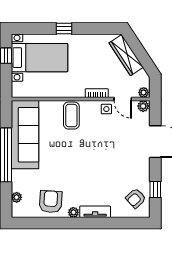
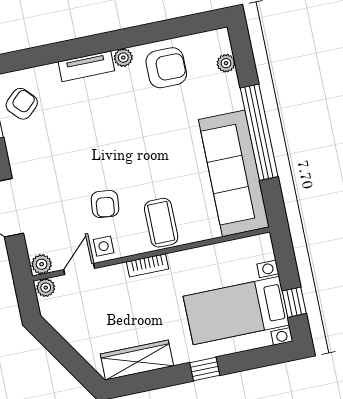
wardrobe: (126, 55) -> (137, 360), moved, turned -57
bookcase: (97, 93) -> (147, 265), moved
door: (123, 99) -> (79, 269), hinge flipped
armchair: (101, 133) -> (105, 204), added
armchair: (51, 202) -> (166, 68), turned -94

